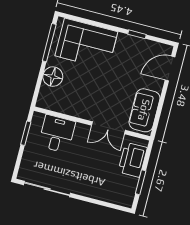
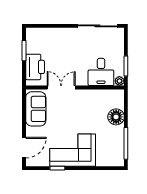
corner sofa: (86, 44) -> (73, 150), moved
plant: (38, 118) -> (119, 81), added

